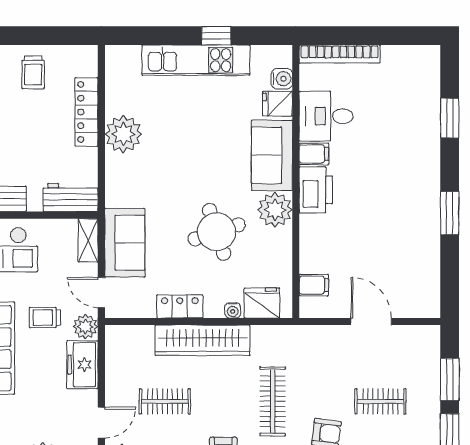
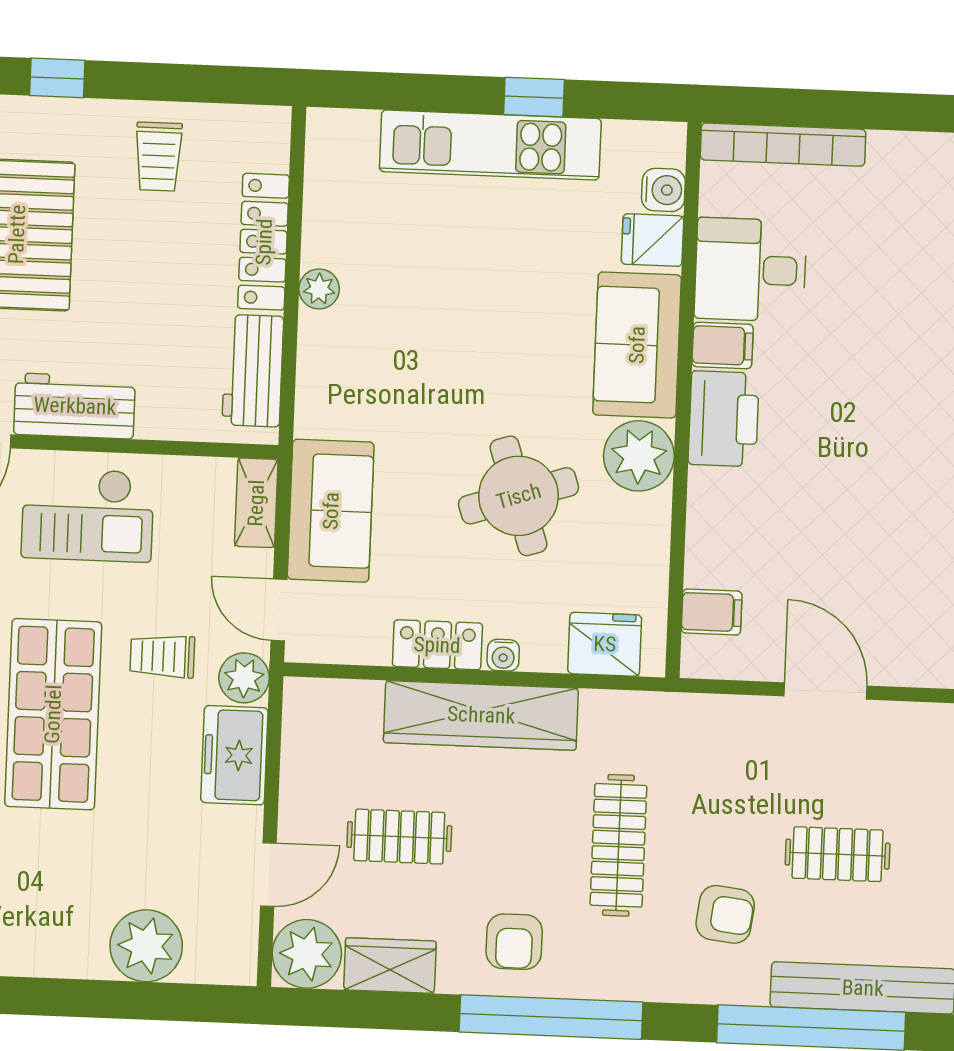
plant: (123, 134) -> (319, 289), width x0.53, depth x0.53
workbench: (71, 197) -> (253, 371), moved, turned -90
water cooler: (233, 310) -> (503, 655), moved

